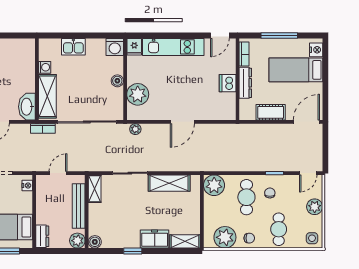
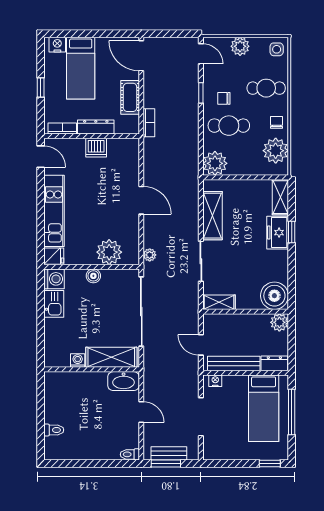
window: (279, 35) -> (41, 87), width x0.46
kitchen sink: (73, 47) -> (54, 304), moved
bookcase: (43, 128) -> (149, 123), moved
bench: (79, 206) -> (234, 363), moved
boiler: (95, 242) -> (274, 296), width x1.86, depth x1.86
window: (133, 251) -> (292, 232), moved

